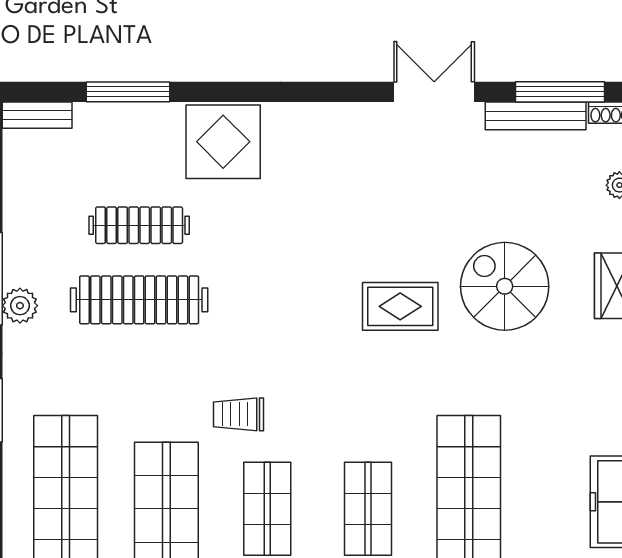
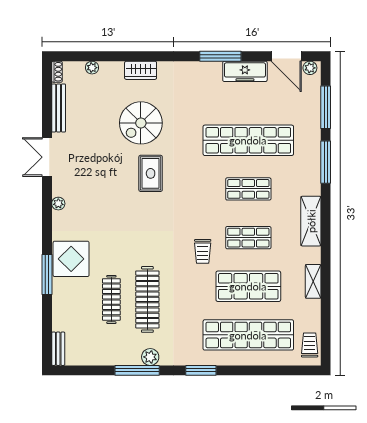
window: (128, 92) -> (47, 274), moved
window: (560, 92) -> (47, 96), removed
plant: (338, 115) -> (58, 204), added

